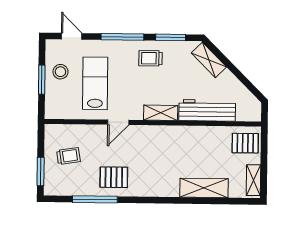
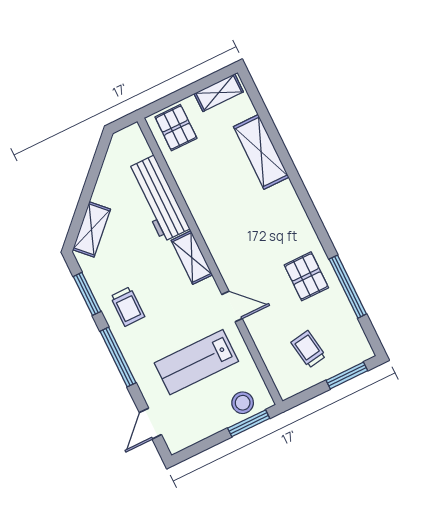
stool: (60, 72) -> (243, 403), moved
window: (42, 80) -> (249, 423), moved

